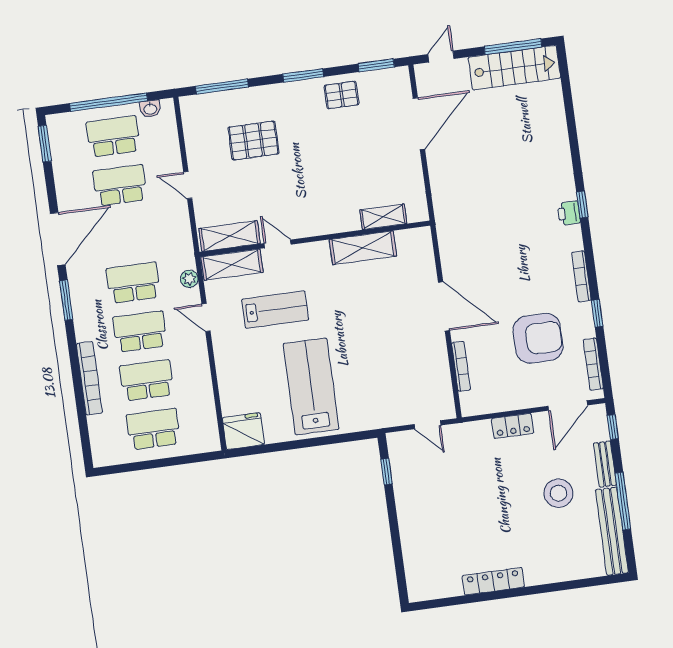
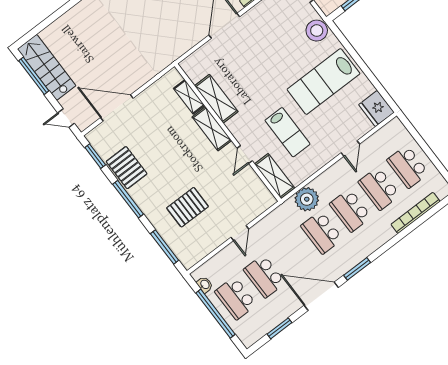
window: (303, 75) -> (128, 199), width x1.44
pallet: (342, 95) -> (127, 168), width x1.50, depth x1.42
pallet: (254, 141) -> (187, 207), turned 90
window: (45, 144) -> (279, 328), moved
shelving: (230, 236) -> (212, 129), moved
plant: (189, 279) -> (307, 199), width x1.88, depth x1.88
lab bench: (275, 310) -> (287, 132), turned 180
door: (206, 317) -> (350, 148), moved
bookcase: (89, 378) -> (415, 213), moved
stool: (376, 413) -> (317, 31), added

